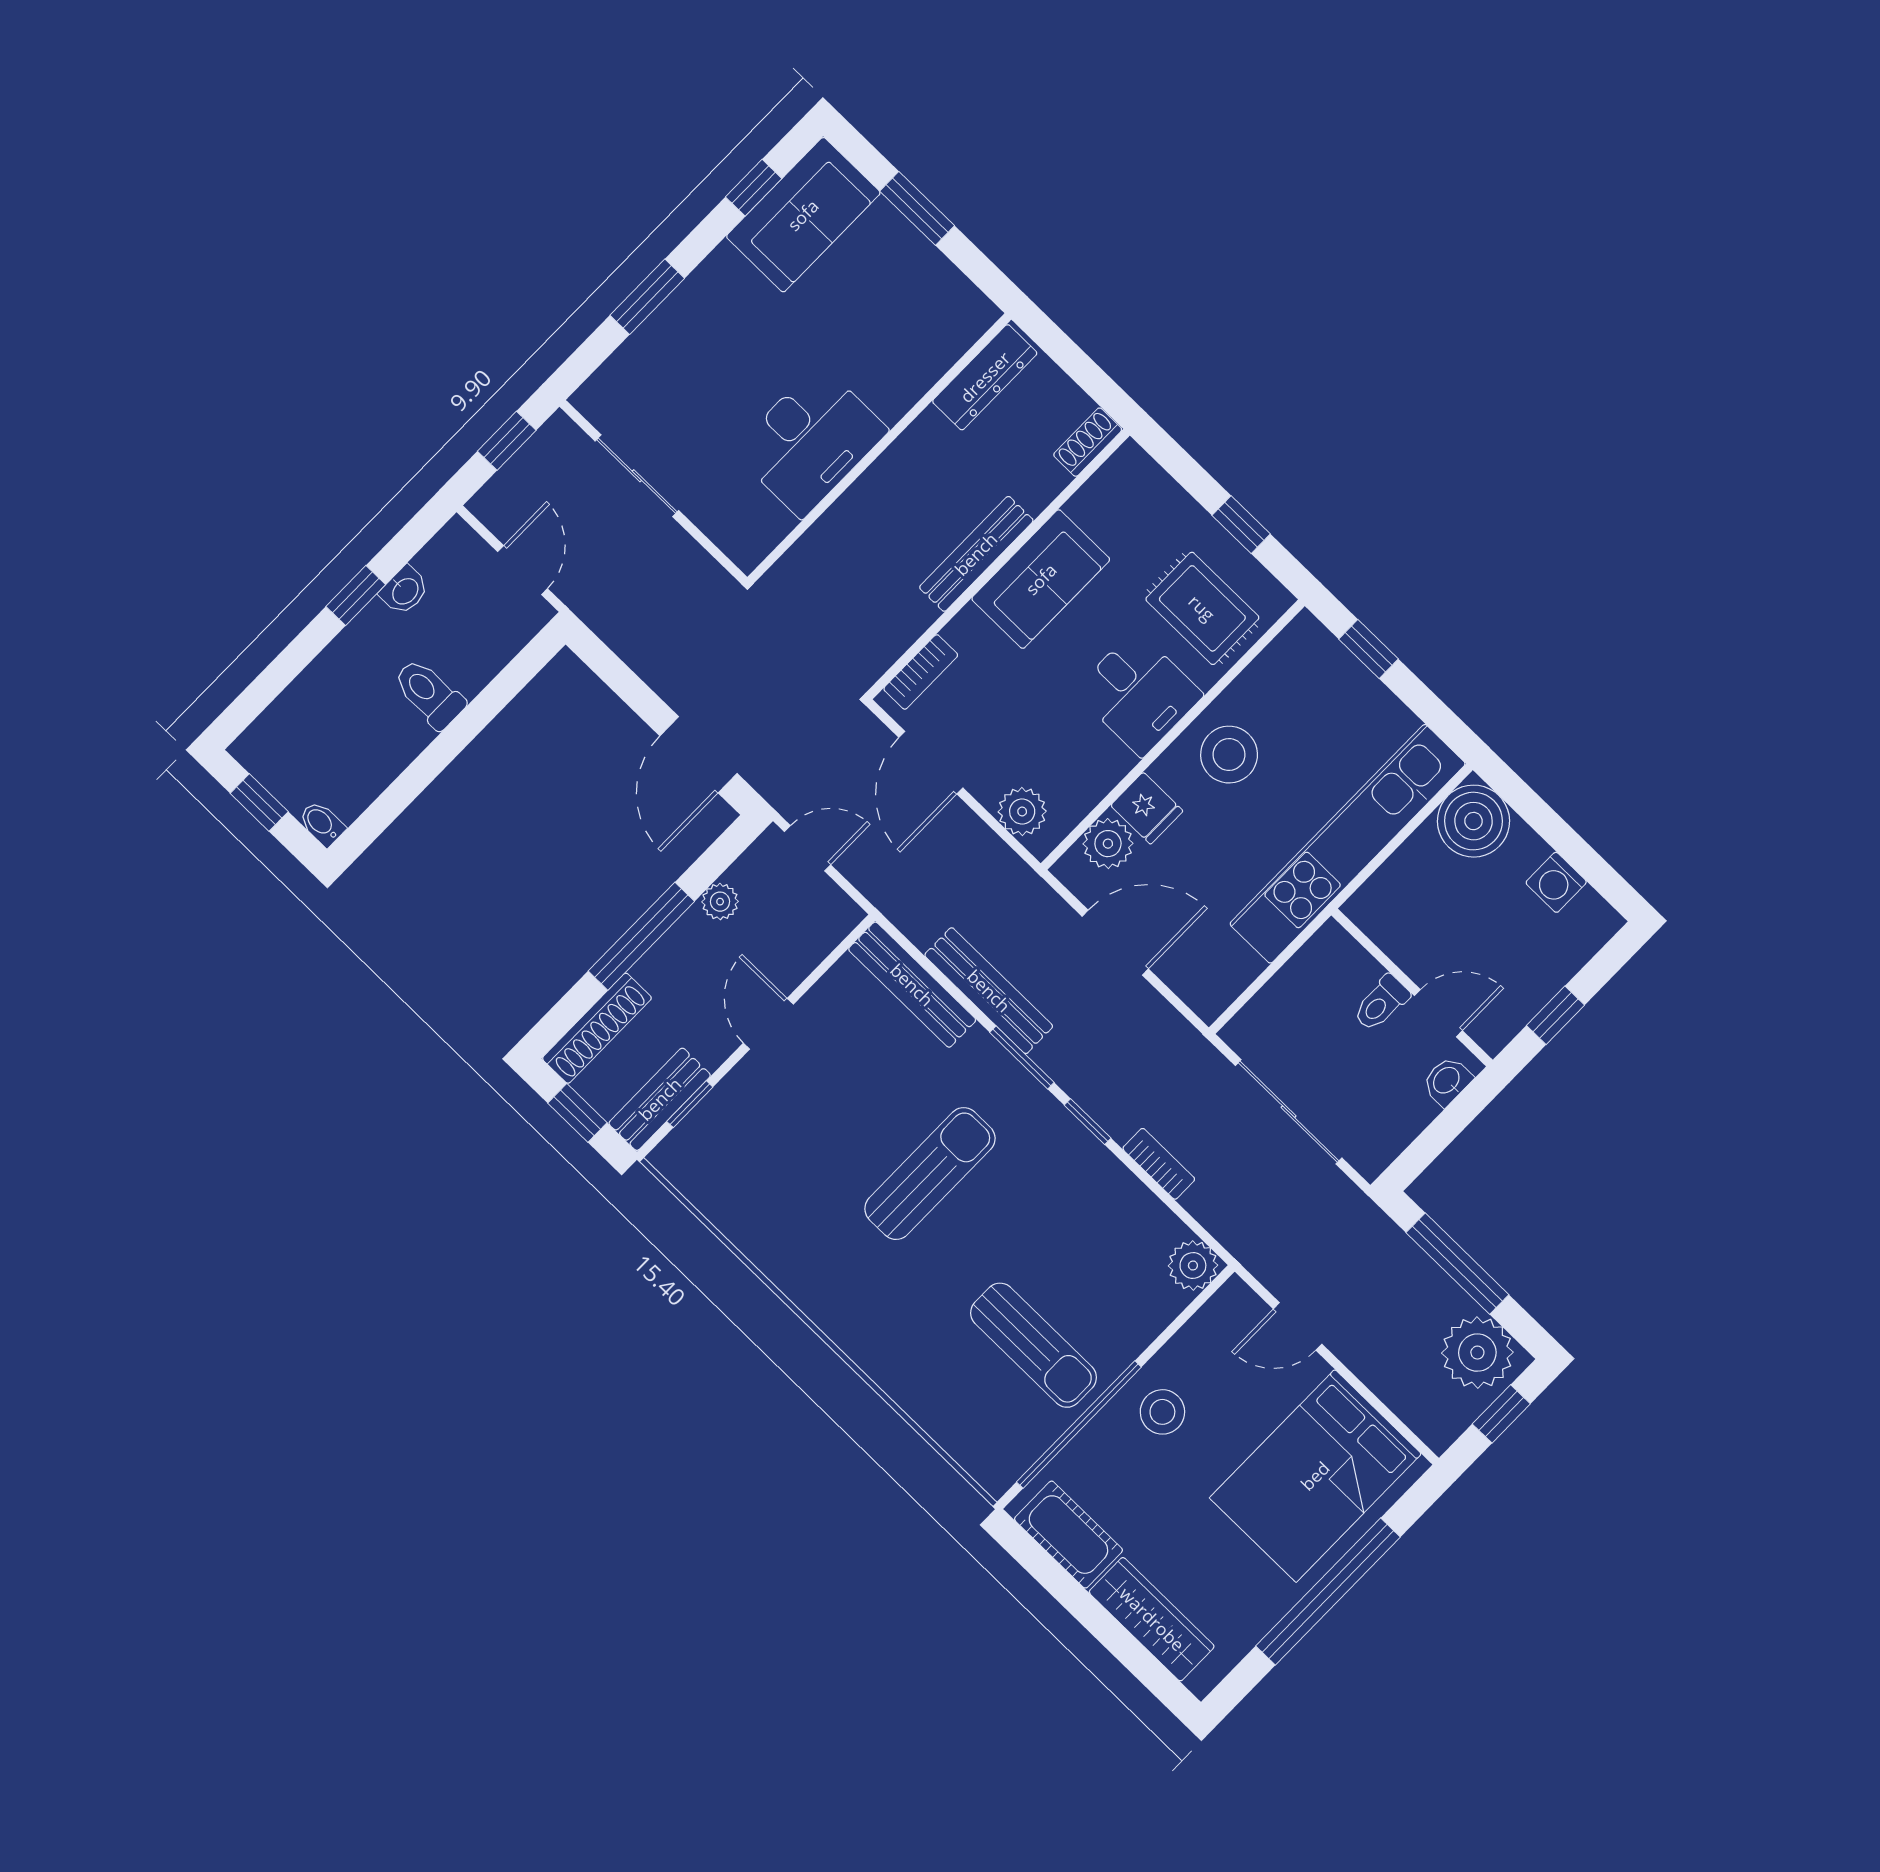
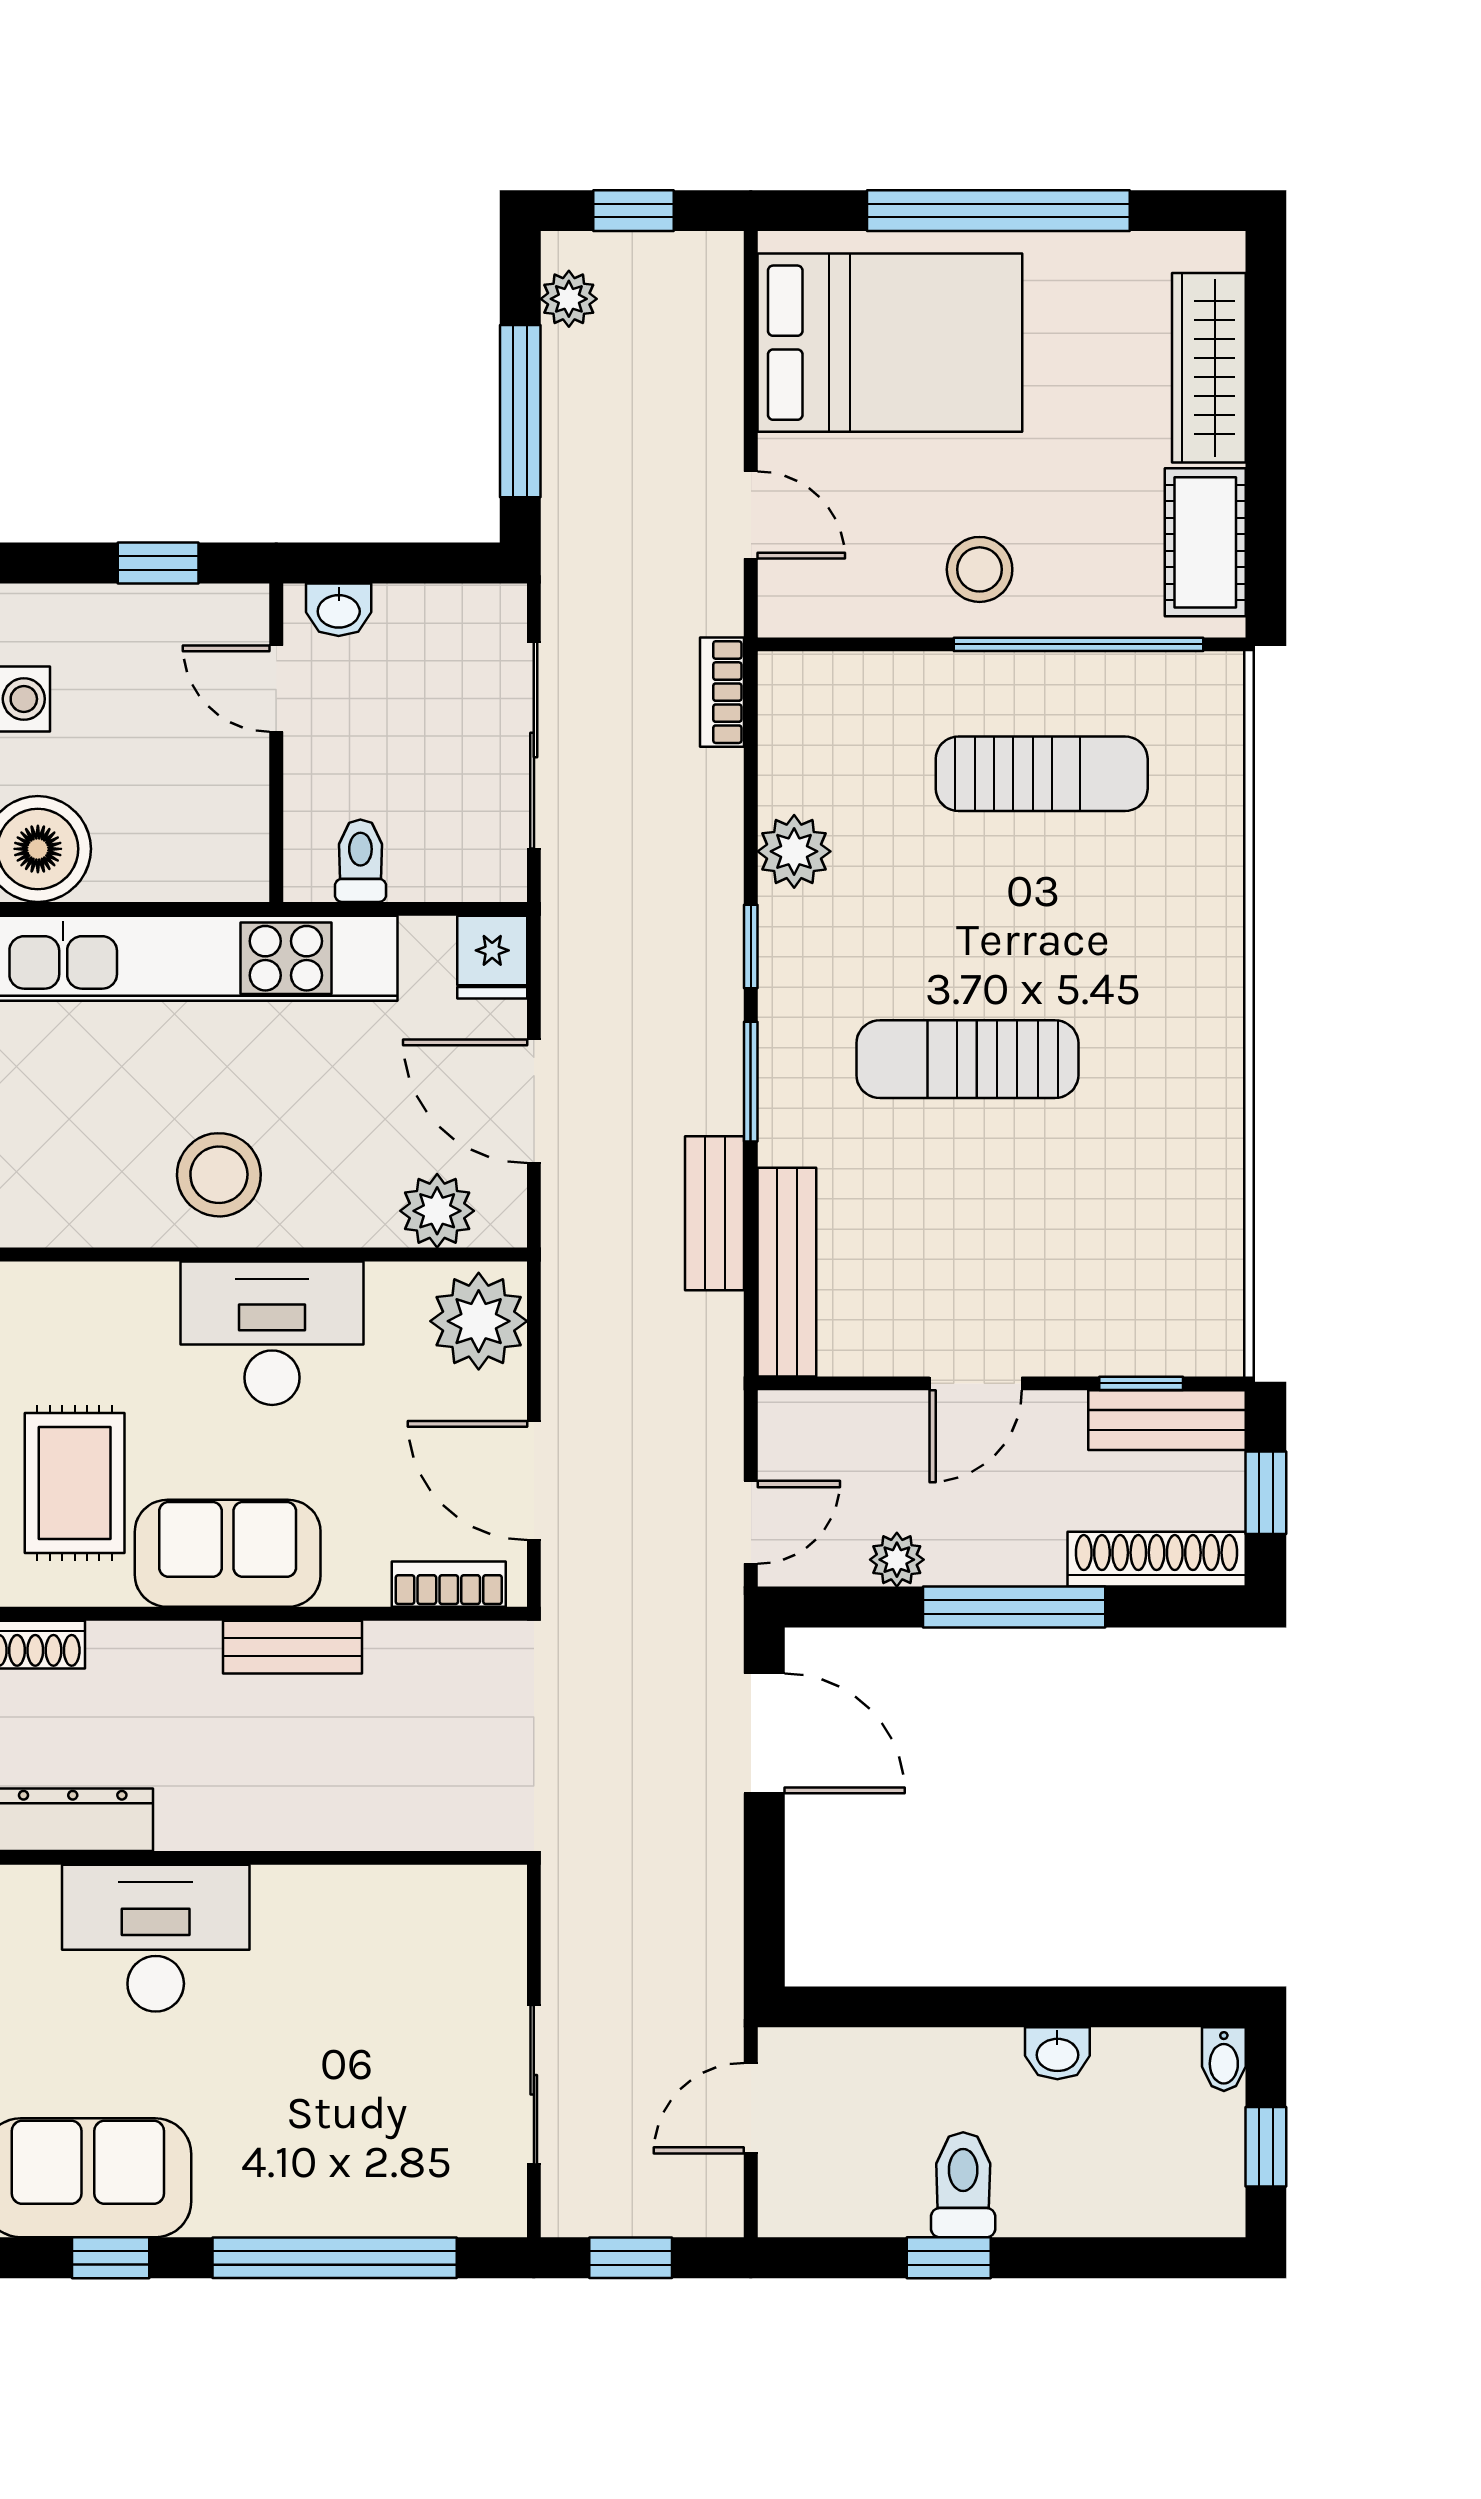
window: (647, 297) -> (335, 2258), width x2.11
desk: (810, 441) -> (156, 1938), moved
bench: (976, 554) -> (293, 1647), width x0.73
washbasin: (405, 591) -> (1057, 2053), moved, turned 180
rug: (1202, 608) -> (75, 1483), moved
desk: (1139, 693) -> (272, 1333), width x1.37
toilet: (429, 694) -> (963, 2185), moved, turned 180
door: (698, 755) -> (764, 1733), hinge flipped
door: (931, 763) -> (534, 1480), swing flipped
fridge: (1147, 808) -> (492, 957), moved, turned 180
plant: (1022, 812) -> (479, 1321), width x1.36, depth x1.36
door: (808, 848) -> (751, 1522), swing flipped
bench: (989, 991) -> (715, 1213), width x0.73
toilet: (1381, 1003) -> (360, 861), moved, turned -90
bookcase: (1159, 1164) -> (722, 692), moved
plant: (1193, 1266) -> (794, 851), moved
sun lounger: (1034, 1345) -> (1042, 774), turned 90
plant: (1477, 1353) -> (569, 299), width x0.53, depth x0.53

